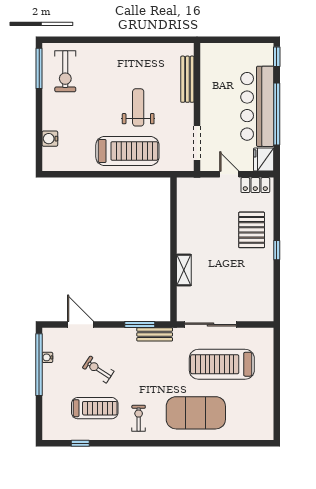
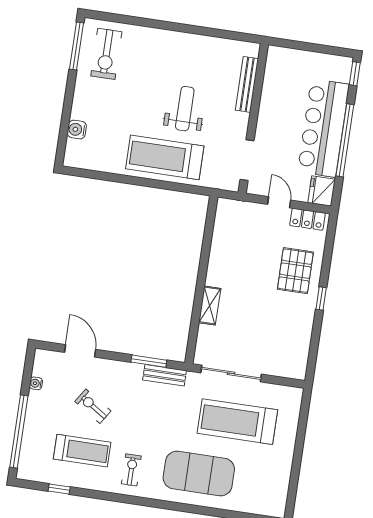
treadmill: (127, 151) -> (165, 157), turned 180
window: (39, 365) -> (19, 432), moved

